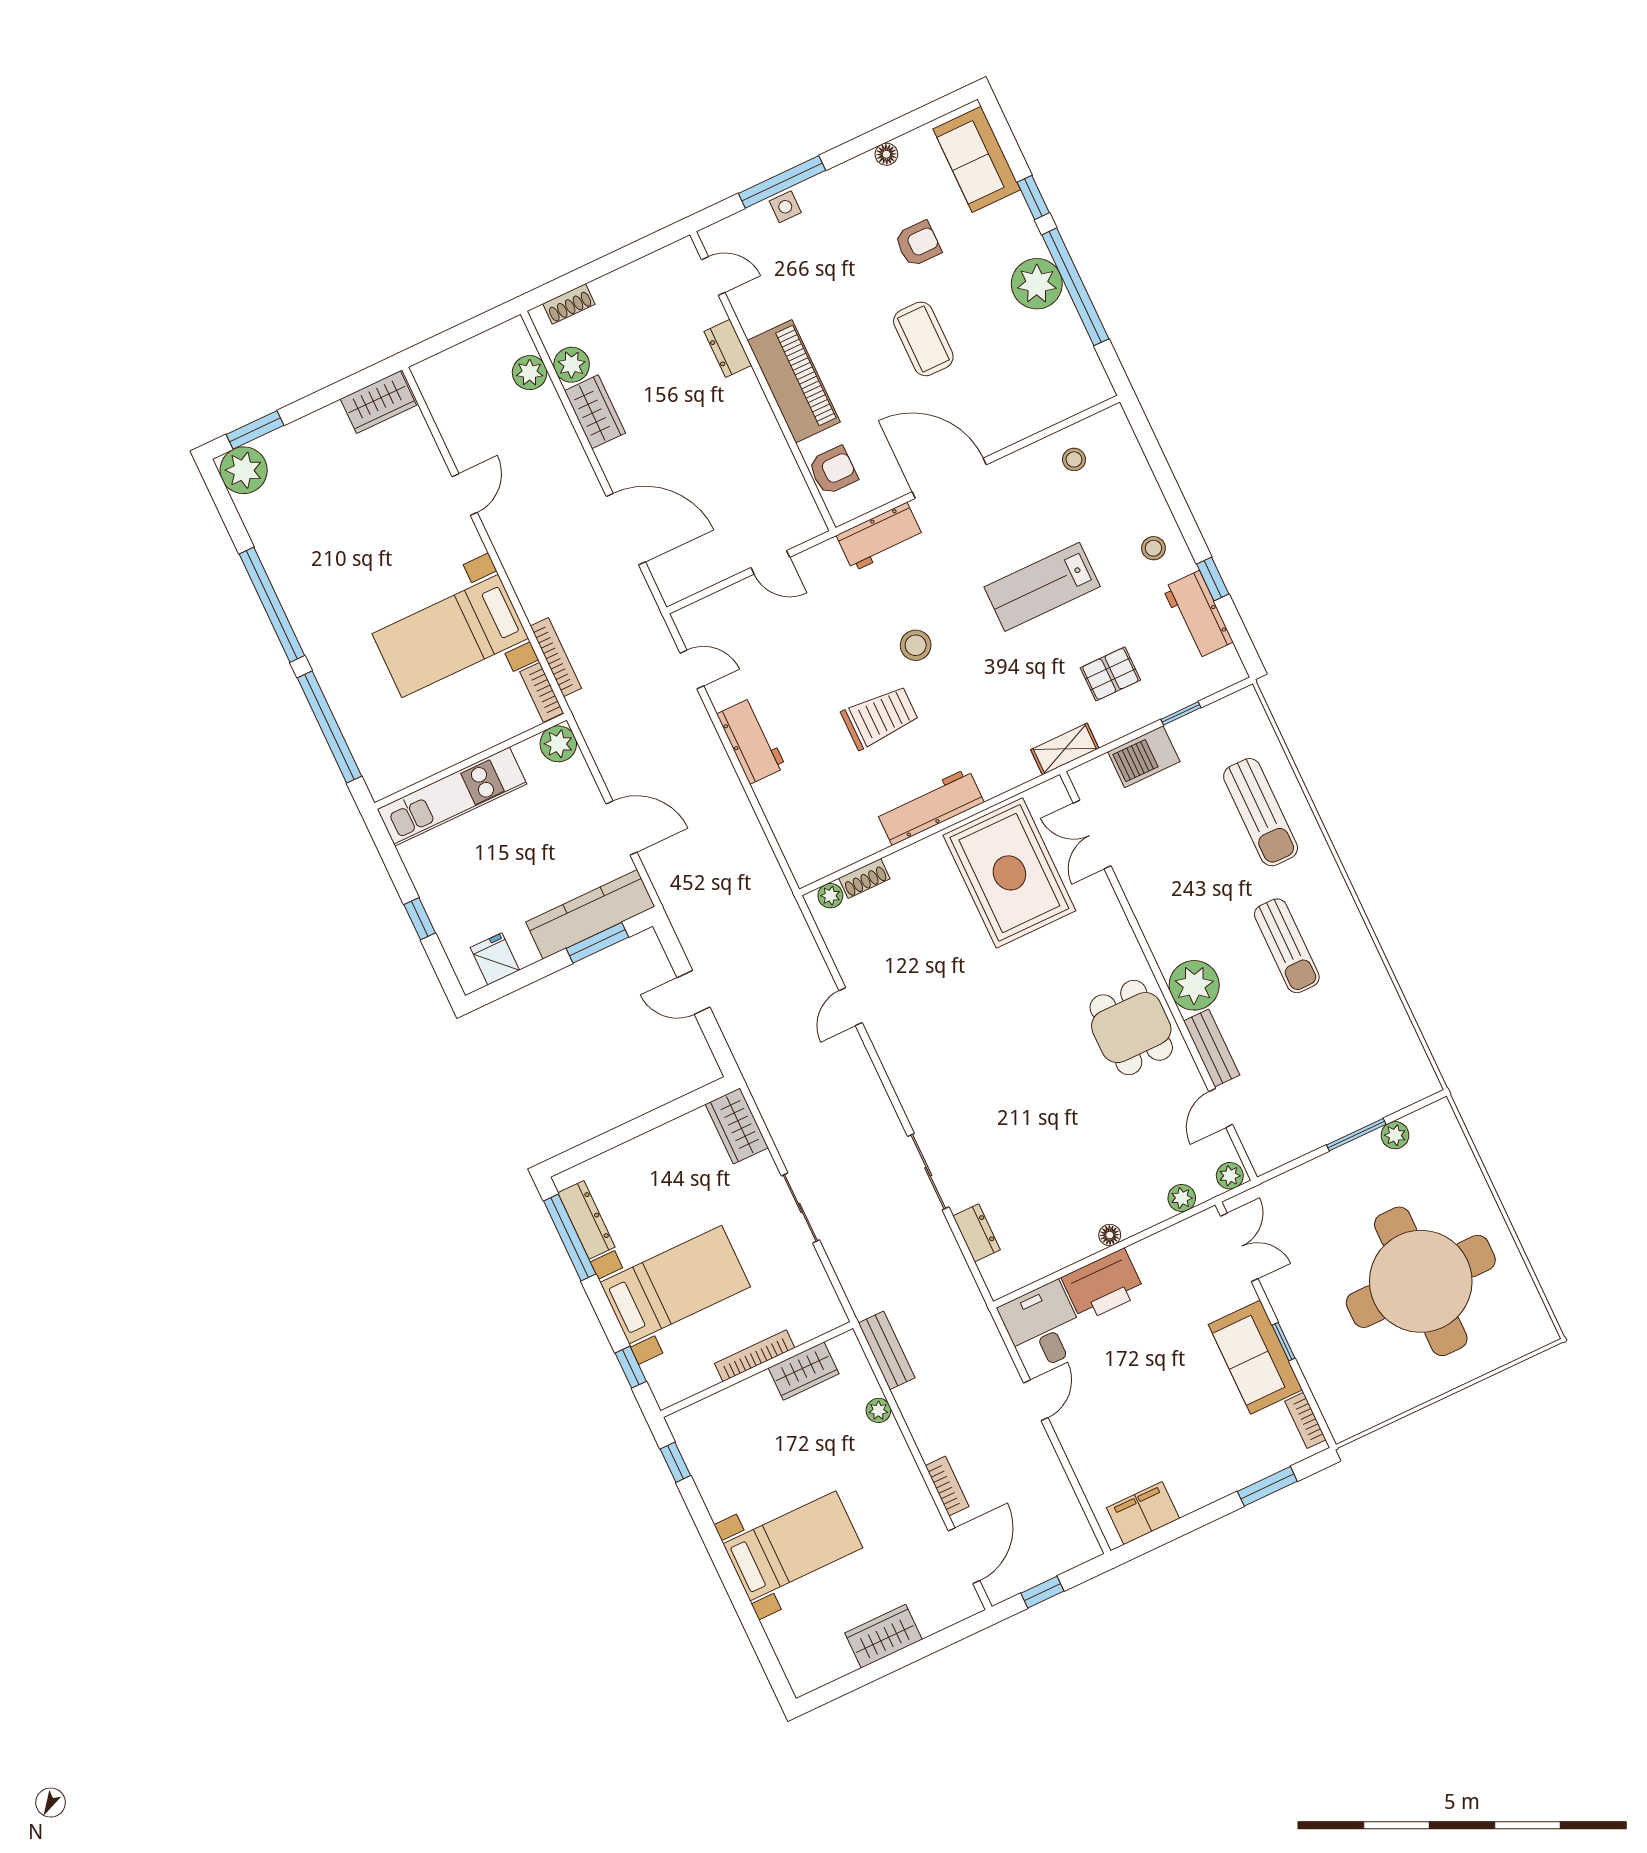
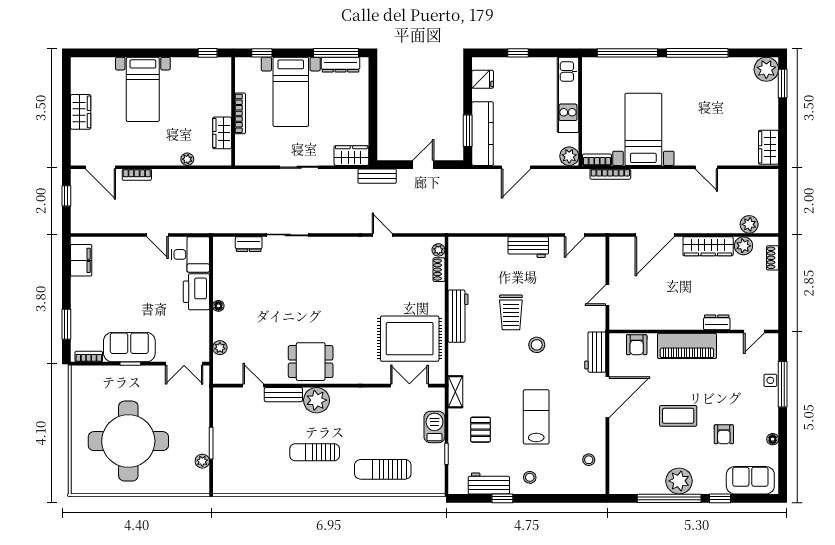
wardrobe: (595, 412) -> (708, 246), width x1.50
plant: (1230, 1176) -> (220, 375), removed
bench: (887, 1350) -> (377, 176), moved

